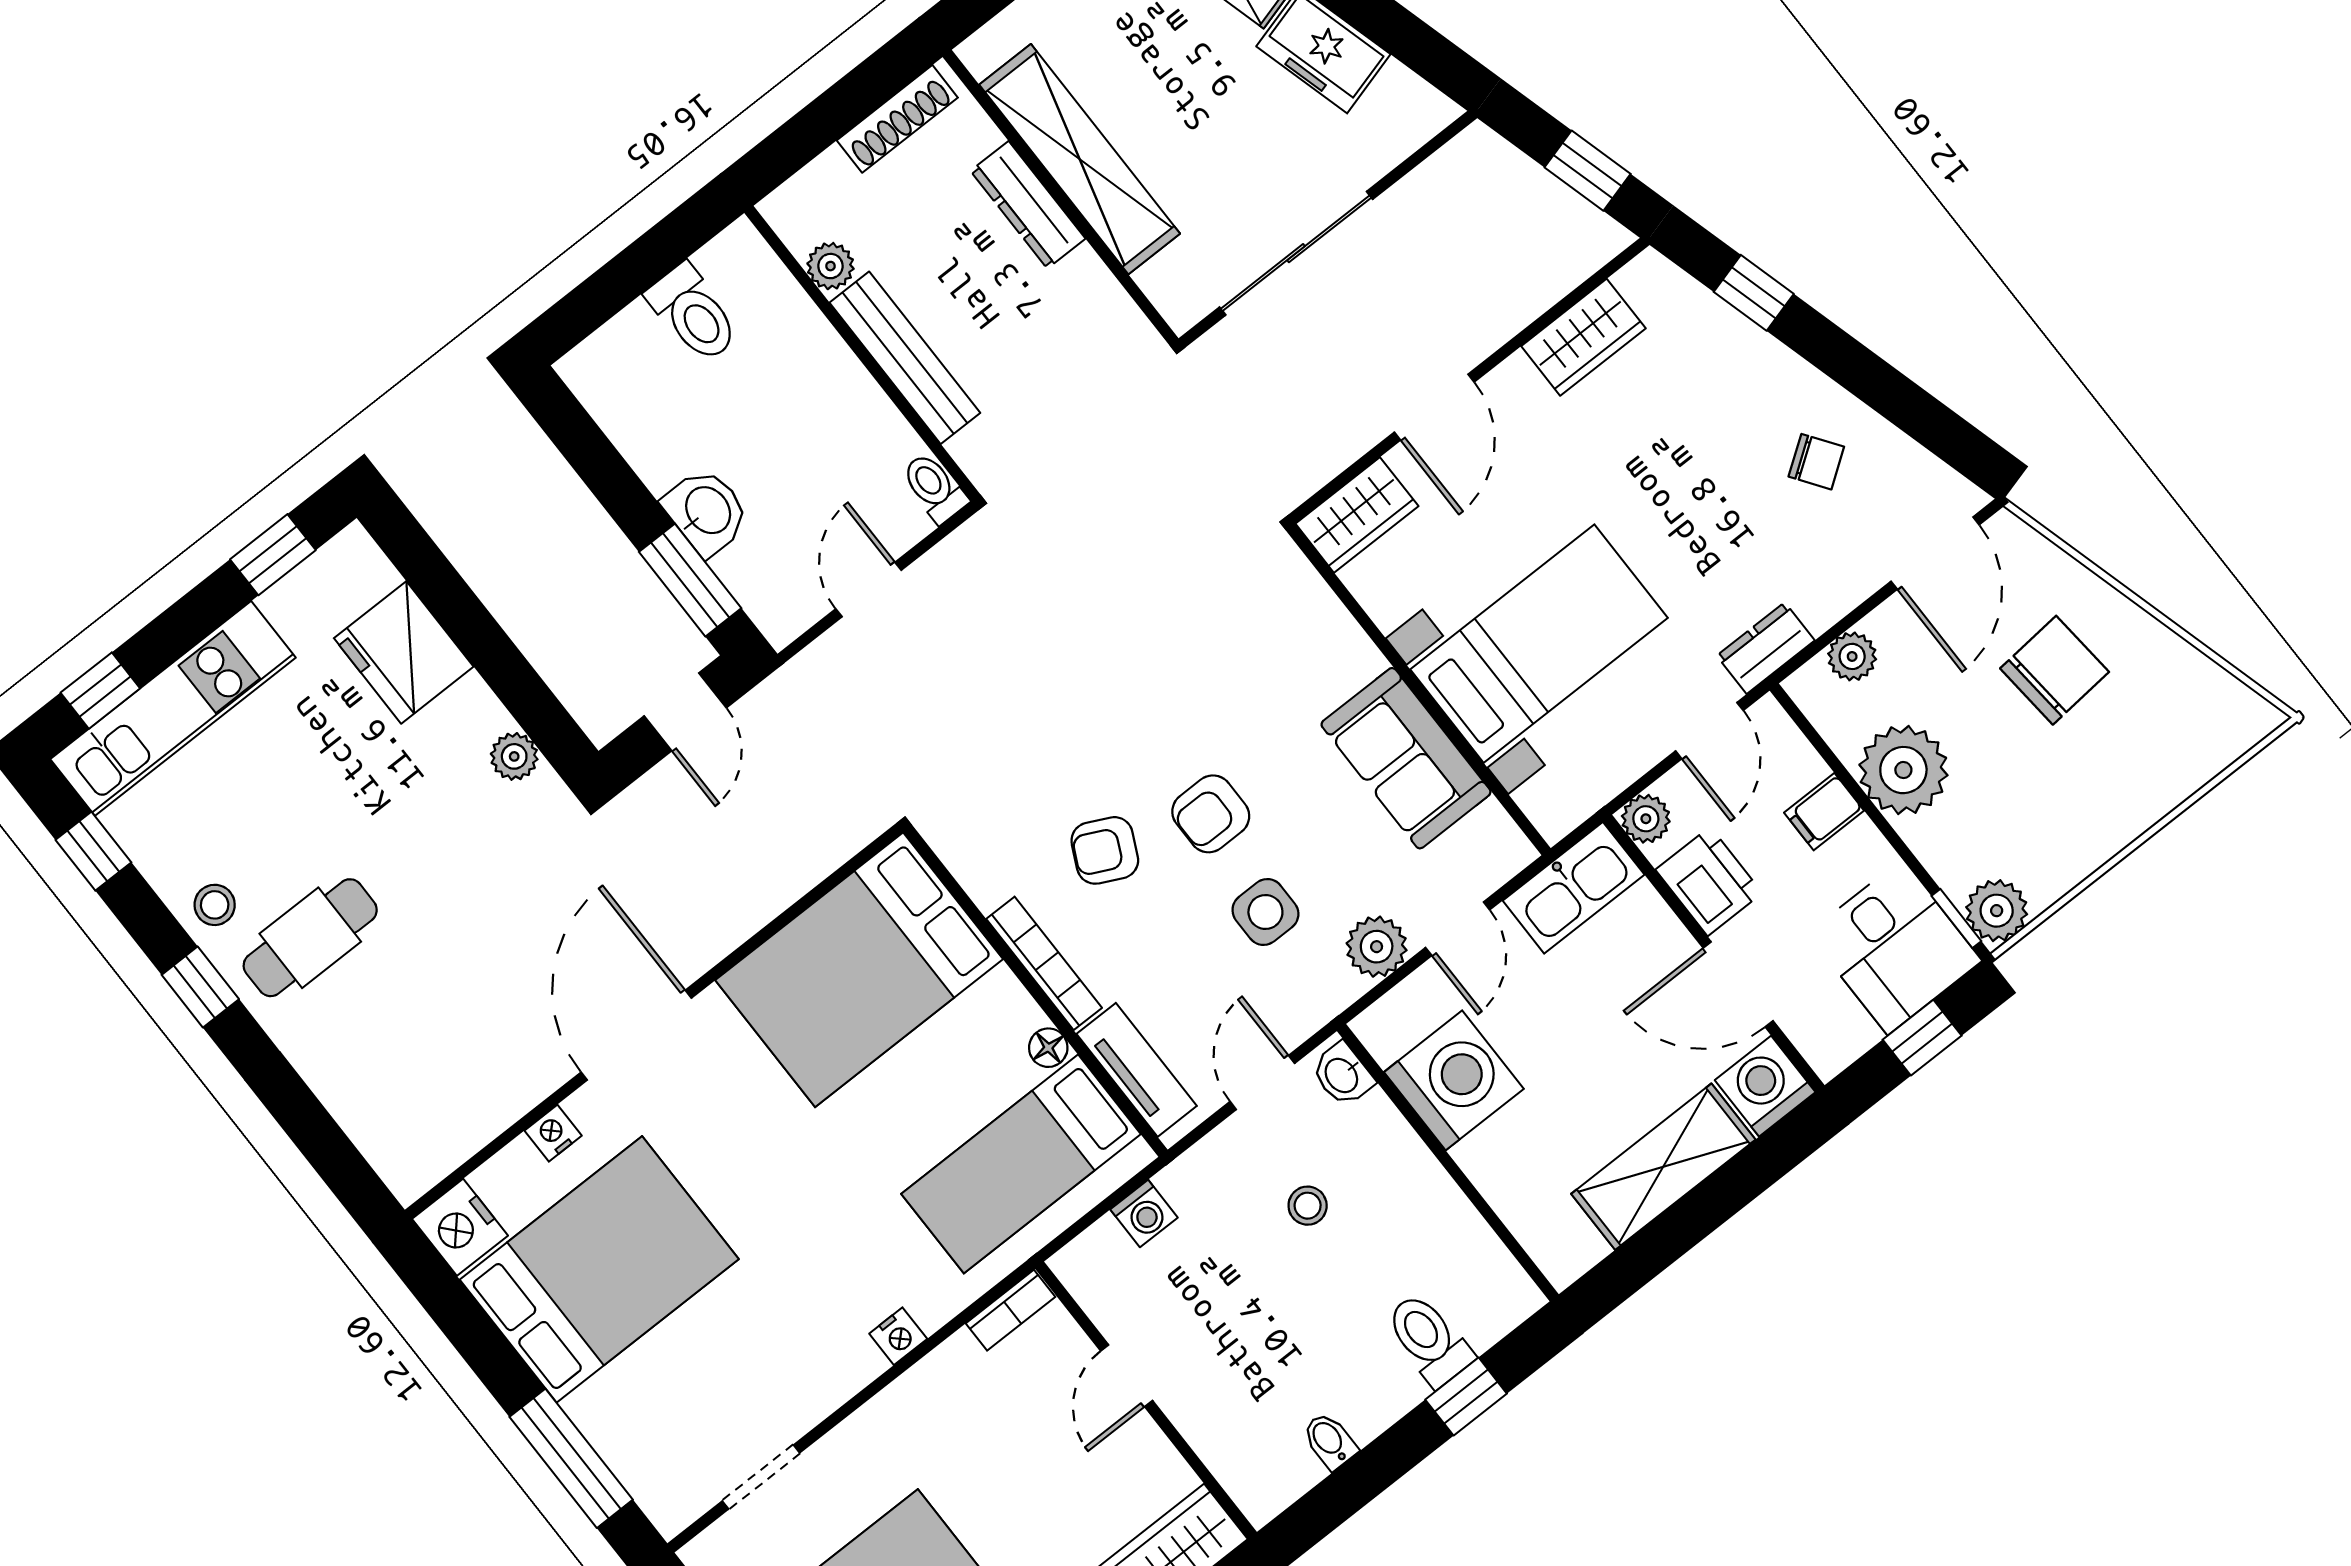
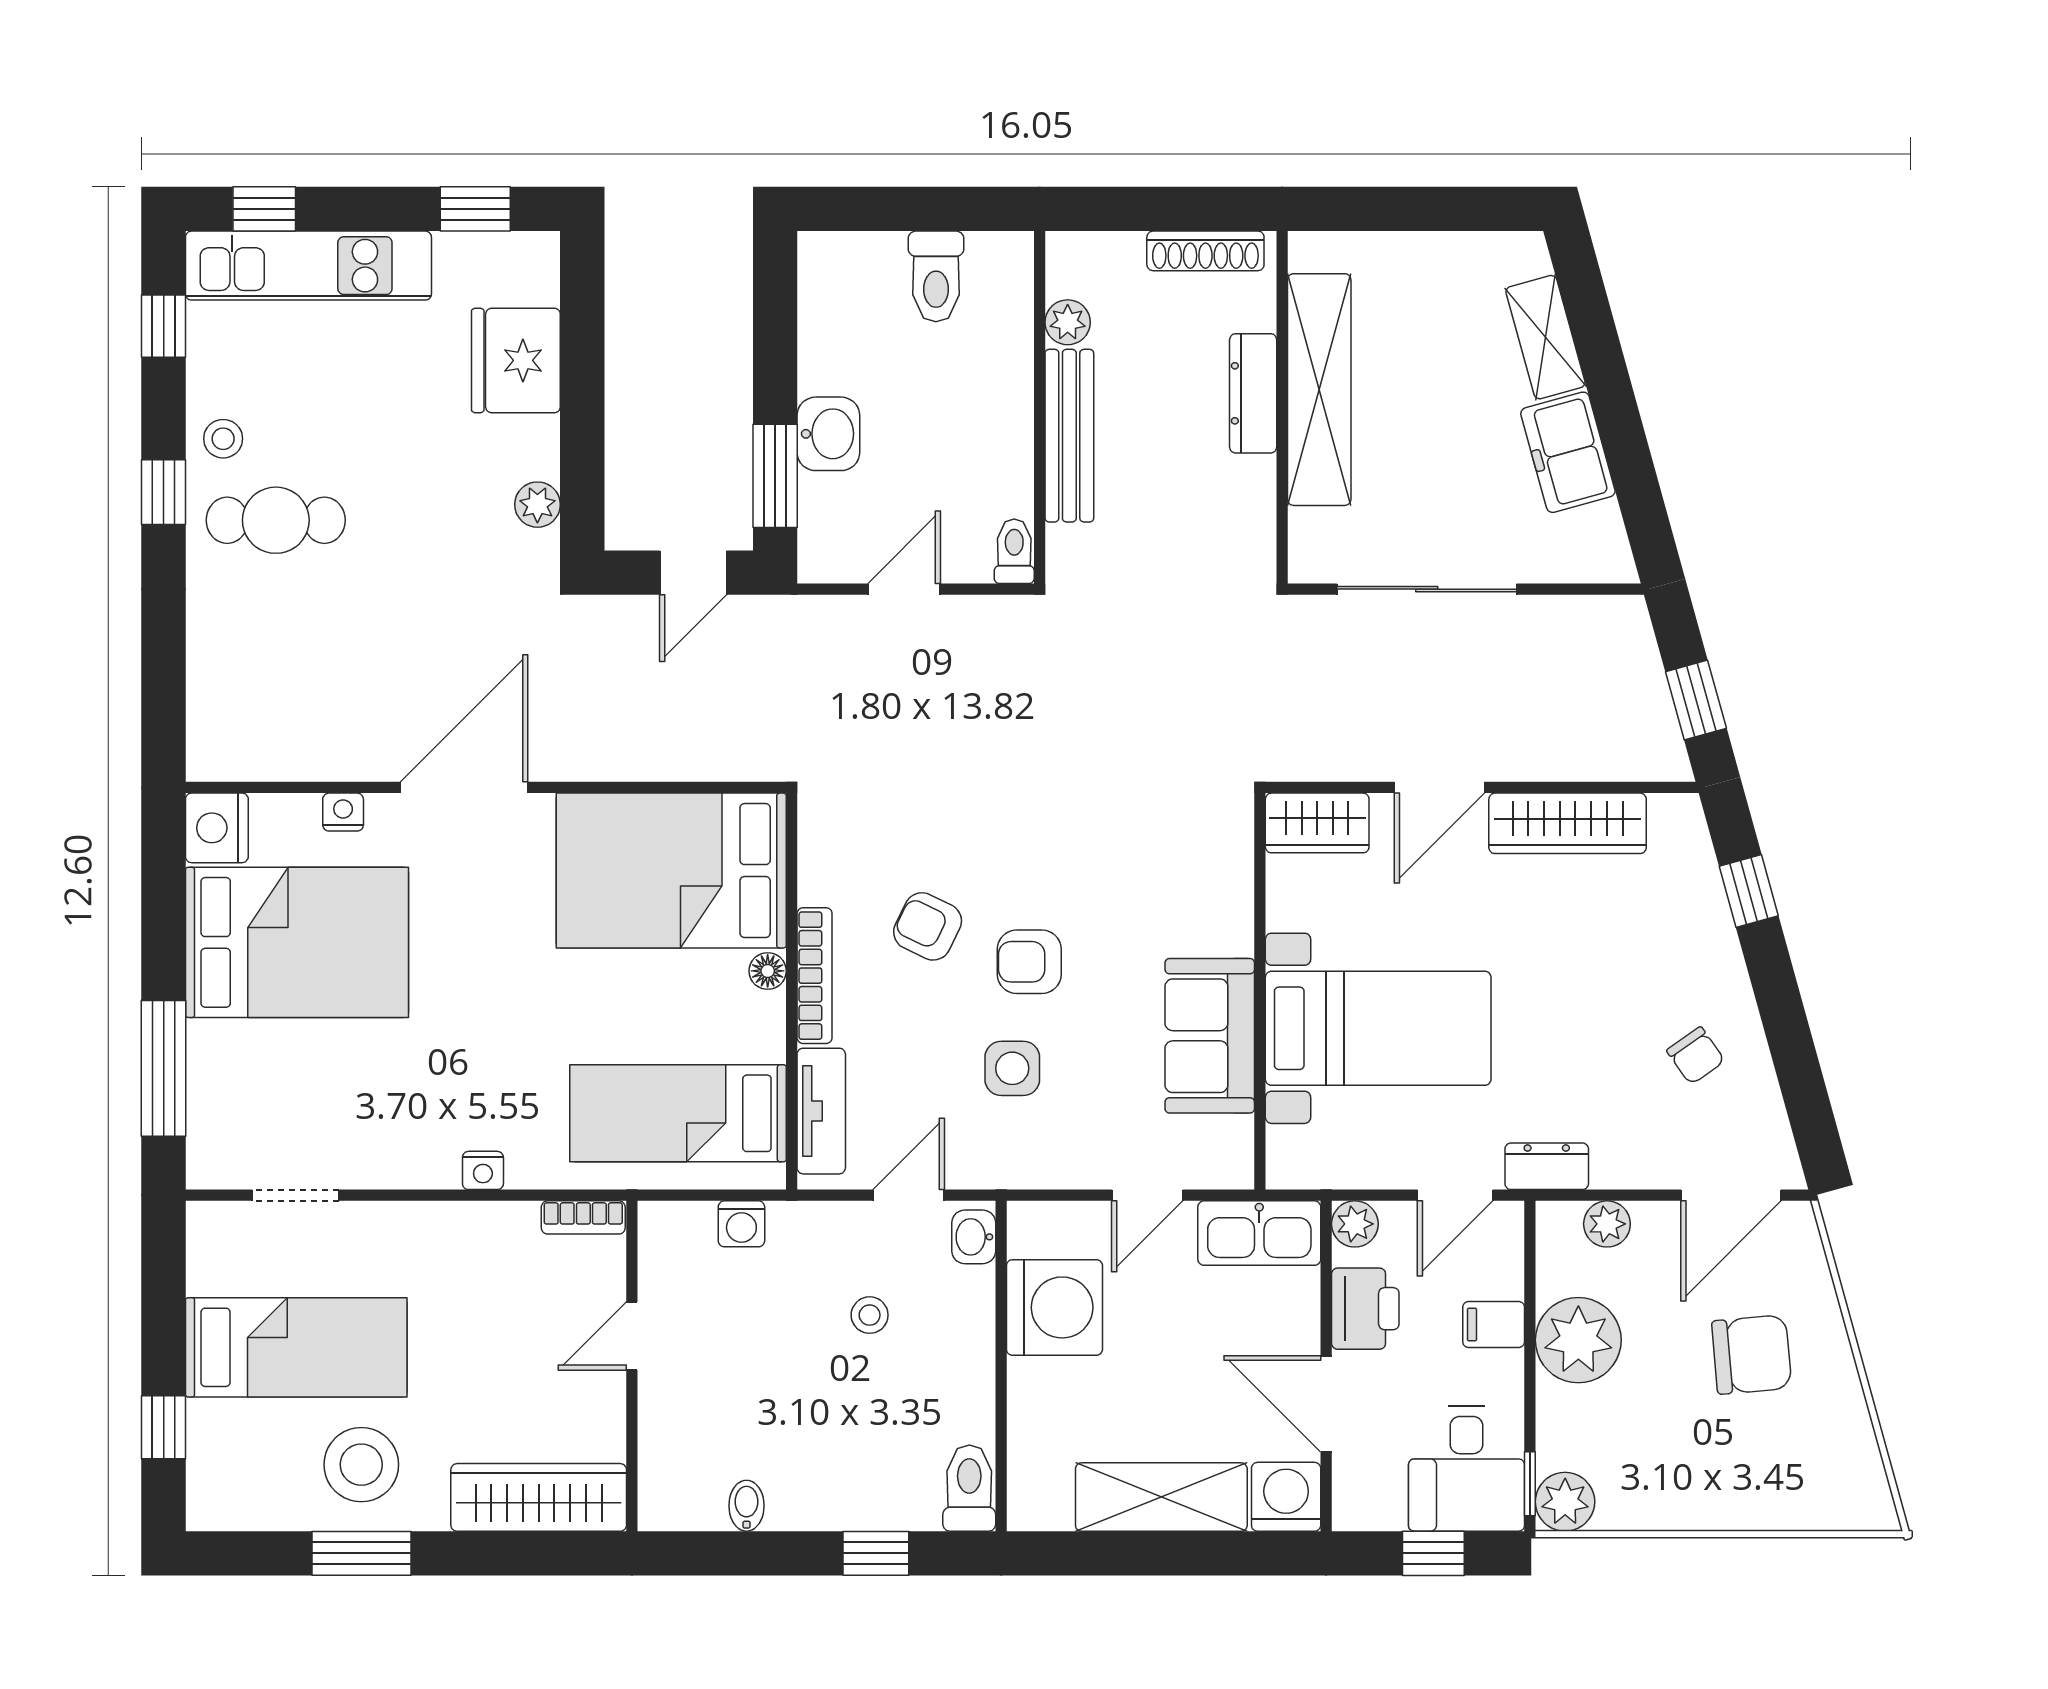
wardrobe: (1583, 337) -> (1568, 823), width x1.50
plant: (1377, 947) -> (1076, 1161), removed
floor lamp: (1048, 1048) -> (768, 971), moved
toilet: (1429, 1339) -> (969, 1488), moved

